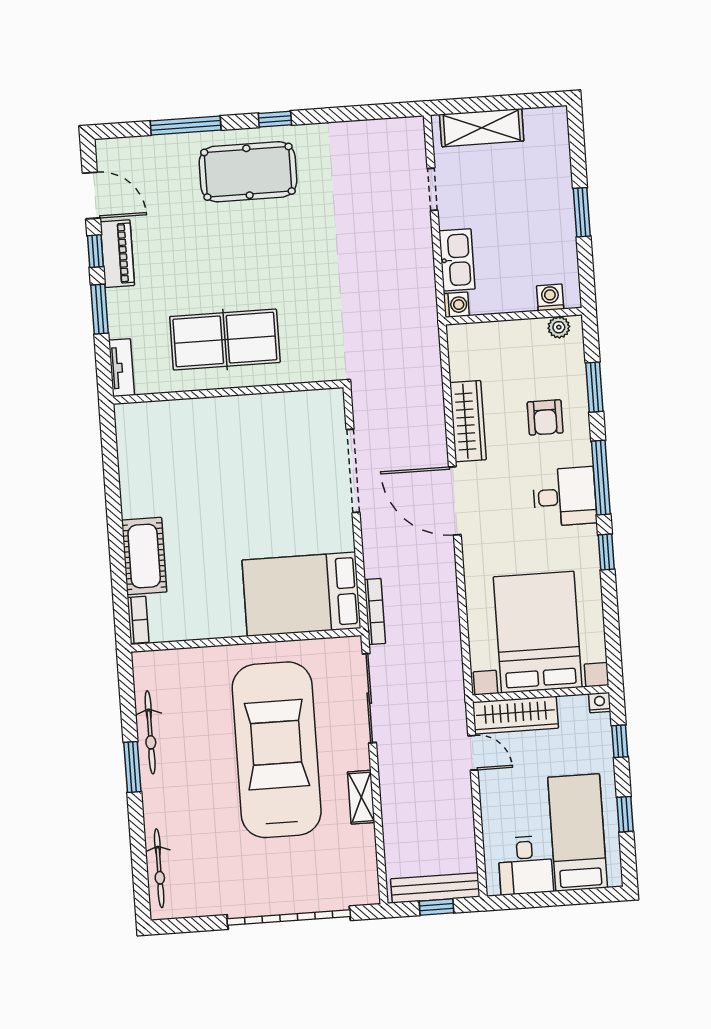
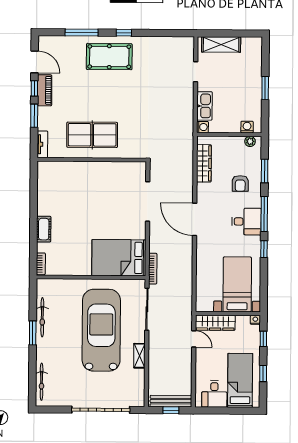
wardrobe: (468, 421) -> (204, 163), moved
cot: (144, 556) -> (44, 229), width x0.73, depth x0.75
bed with nightstands: (538, 632) -> (237, 284), width x0.73

